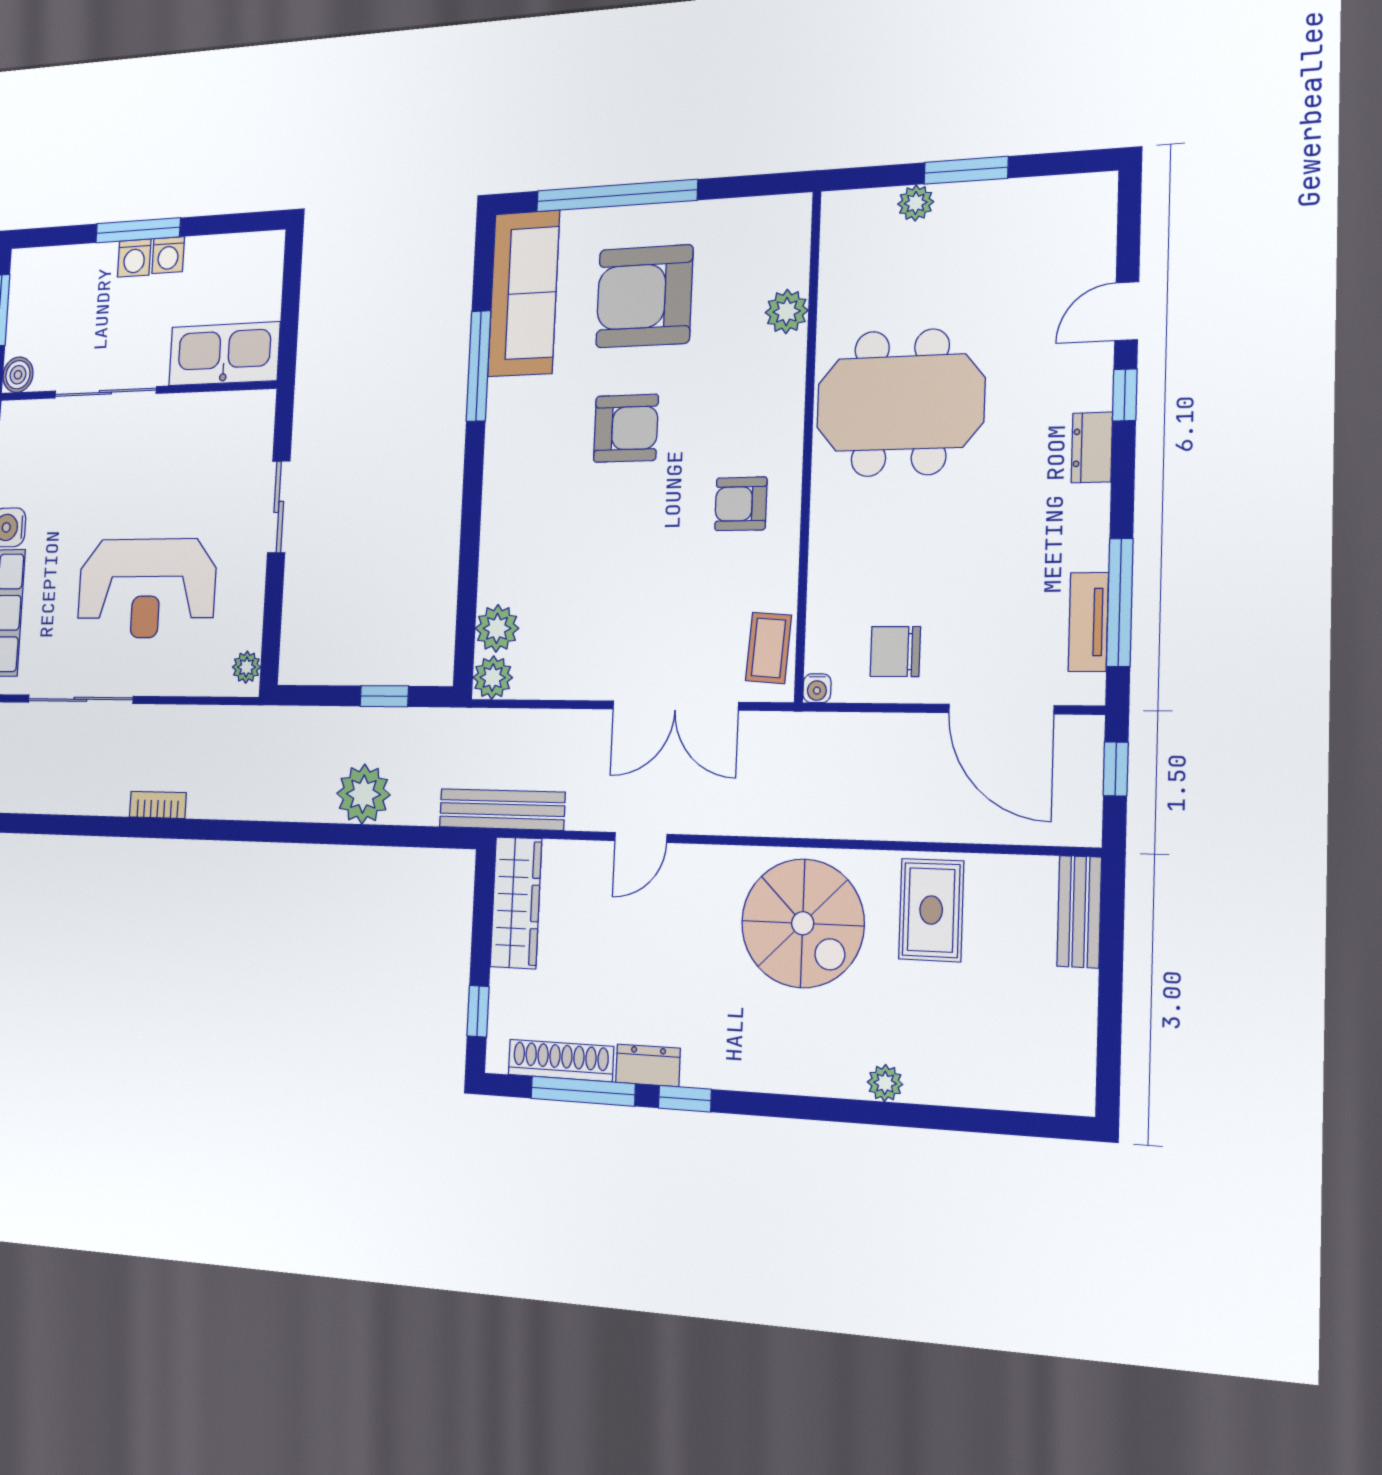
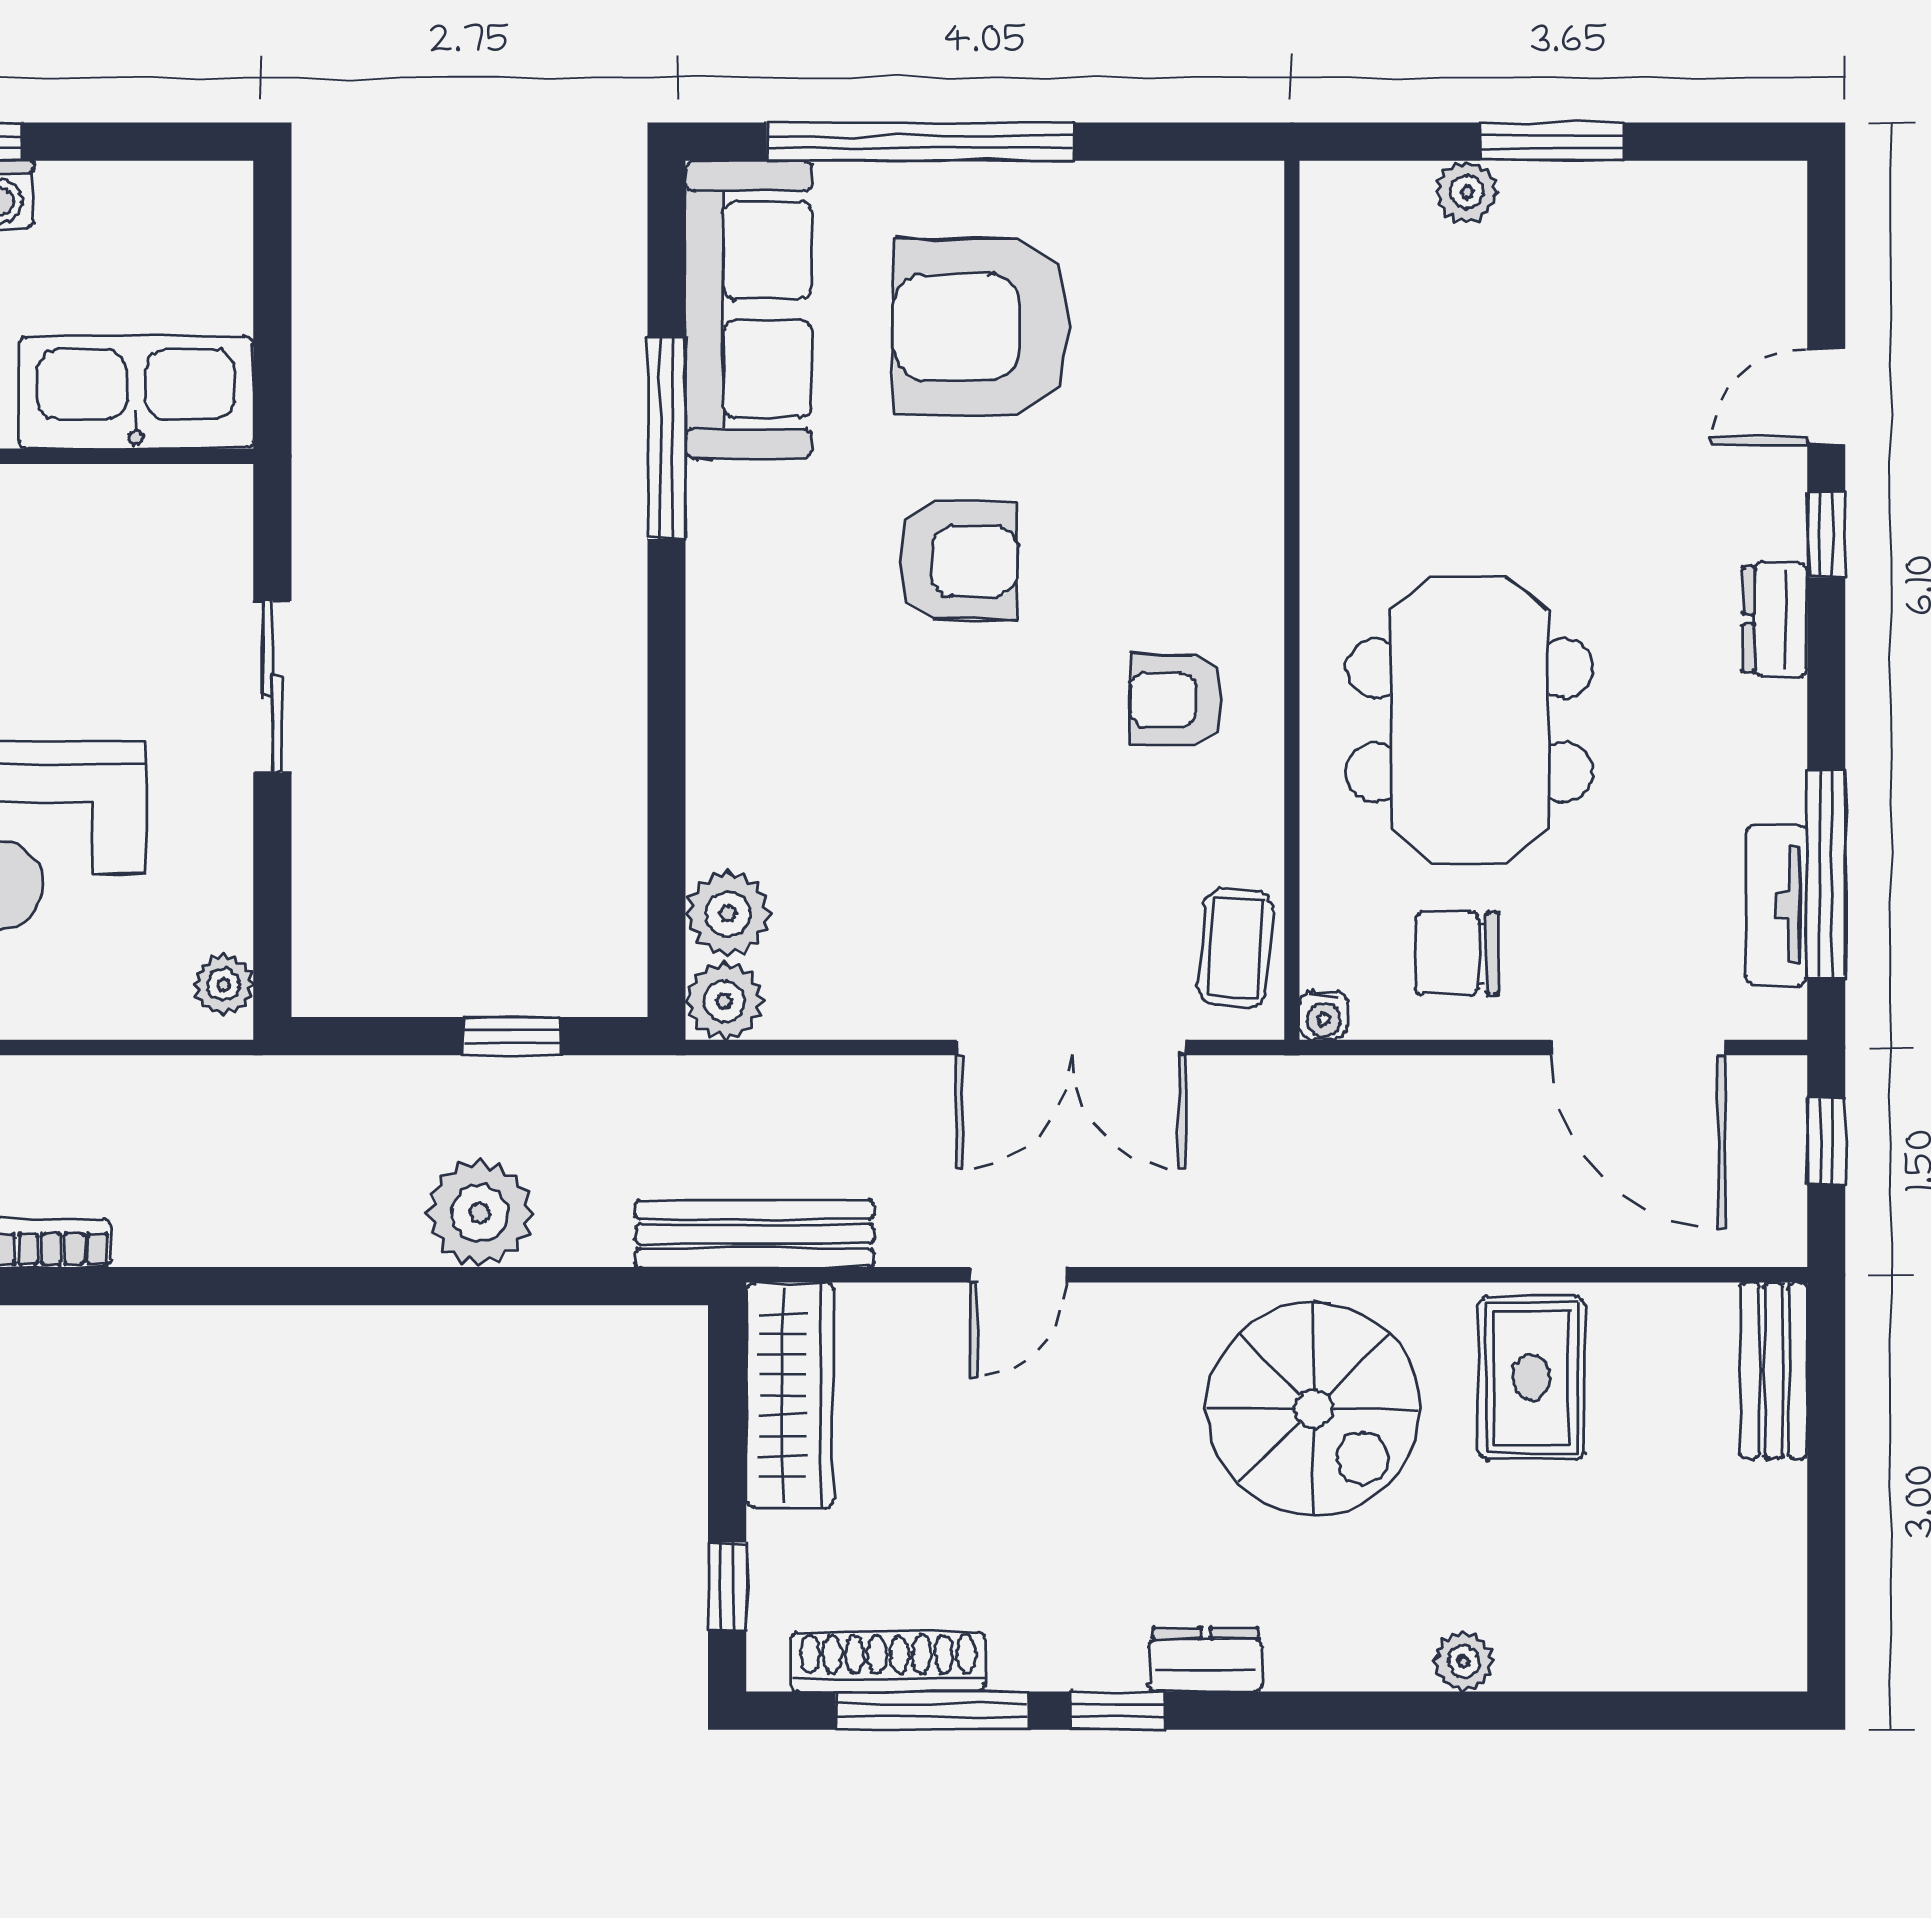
plant: (787, 311) -> (1245, 367), removed
meeting table: (900, 403) -> (1470, 720), moved, turned 90
dresser: (648, 1065) -> (1206, 1660), moved

